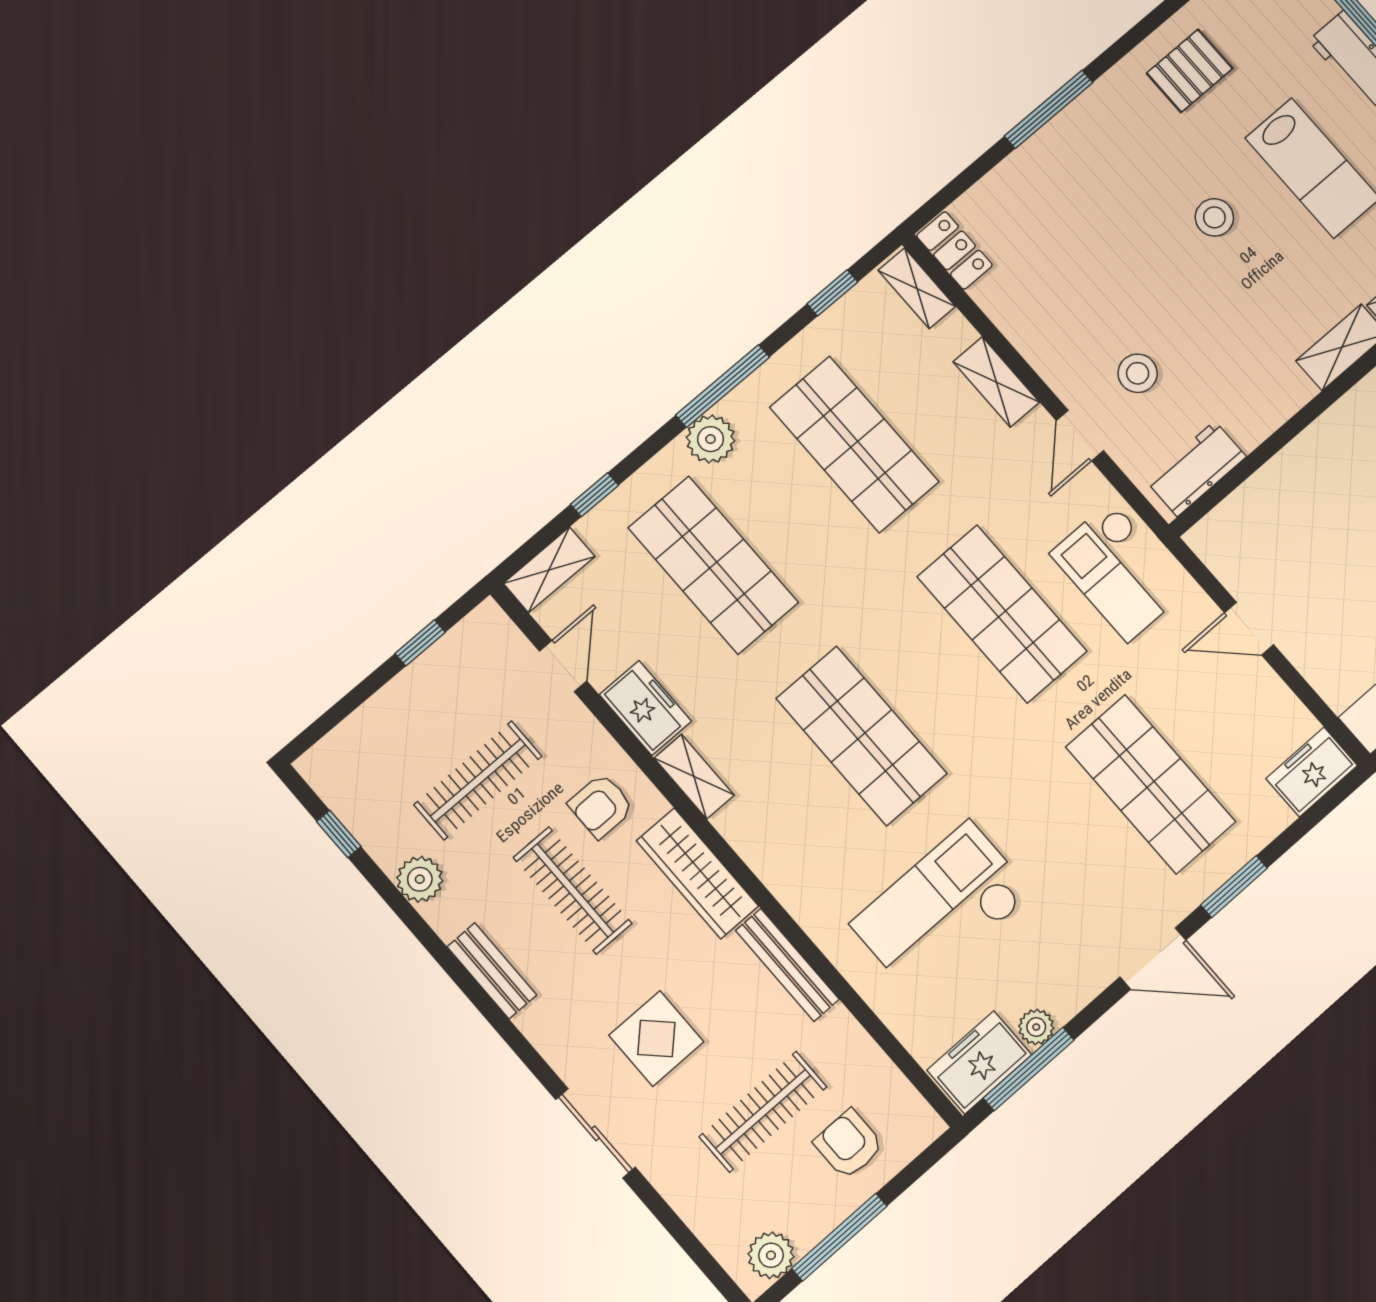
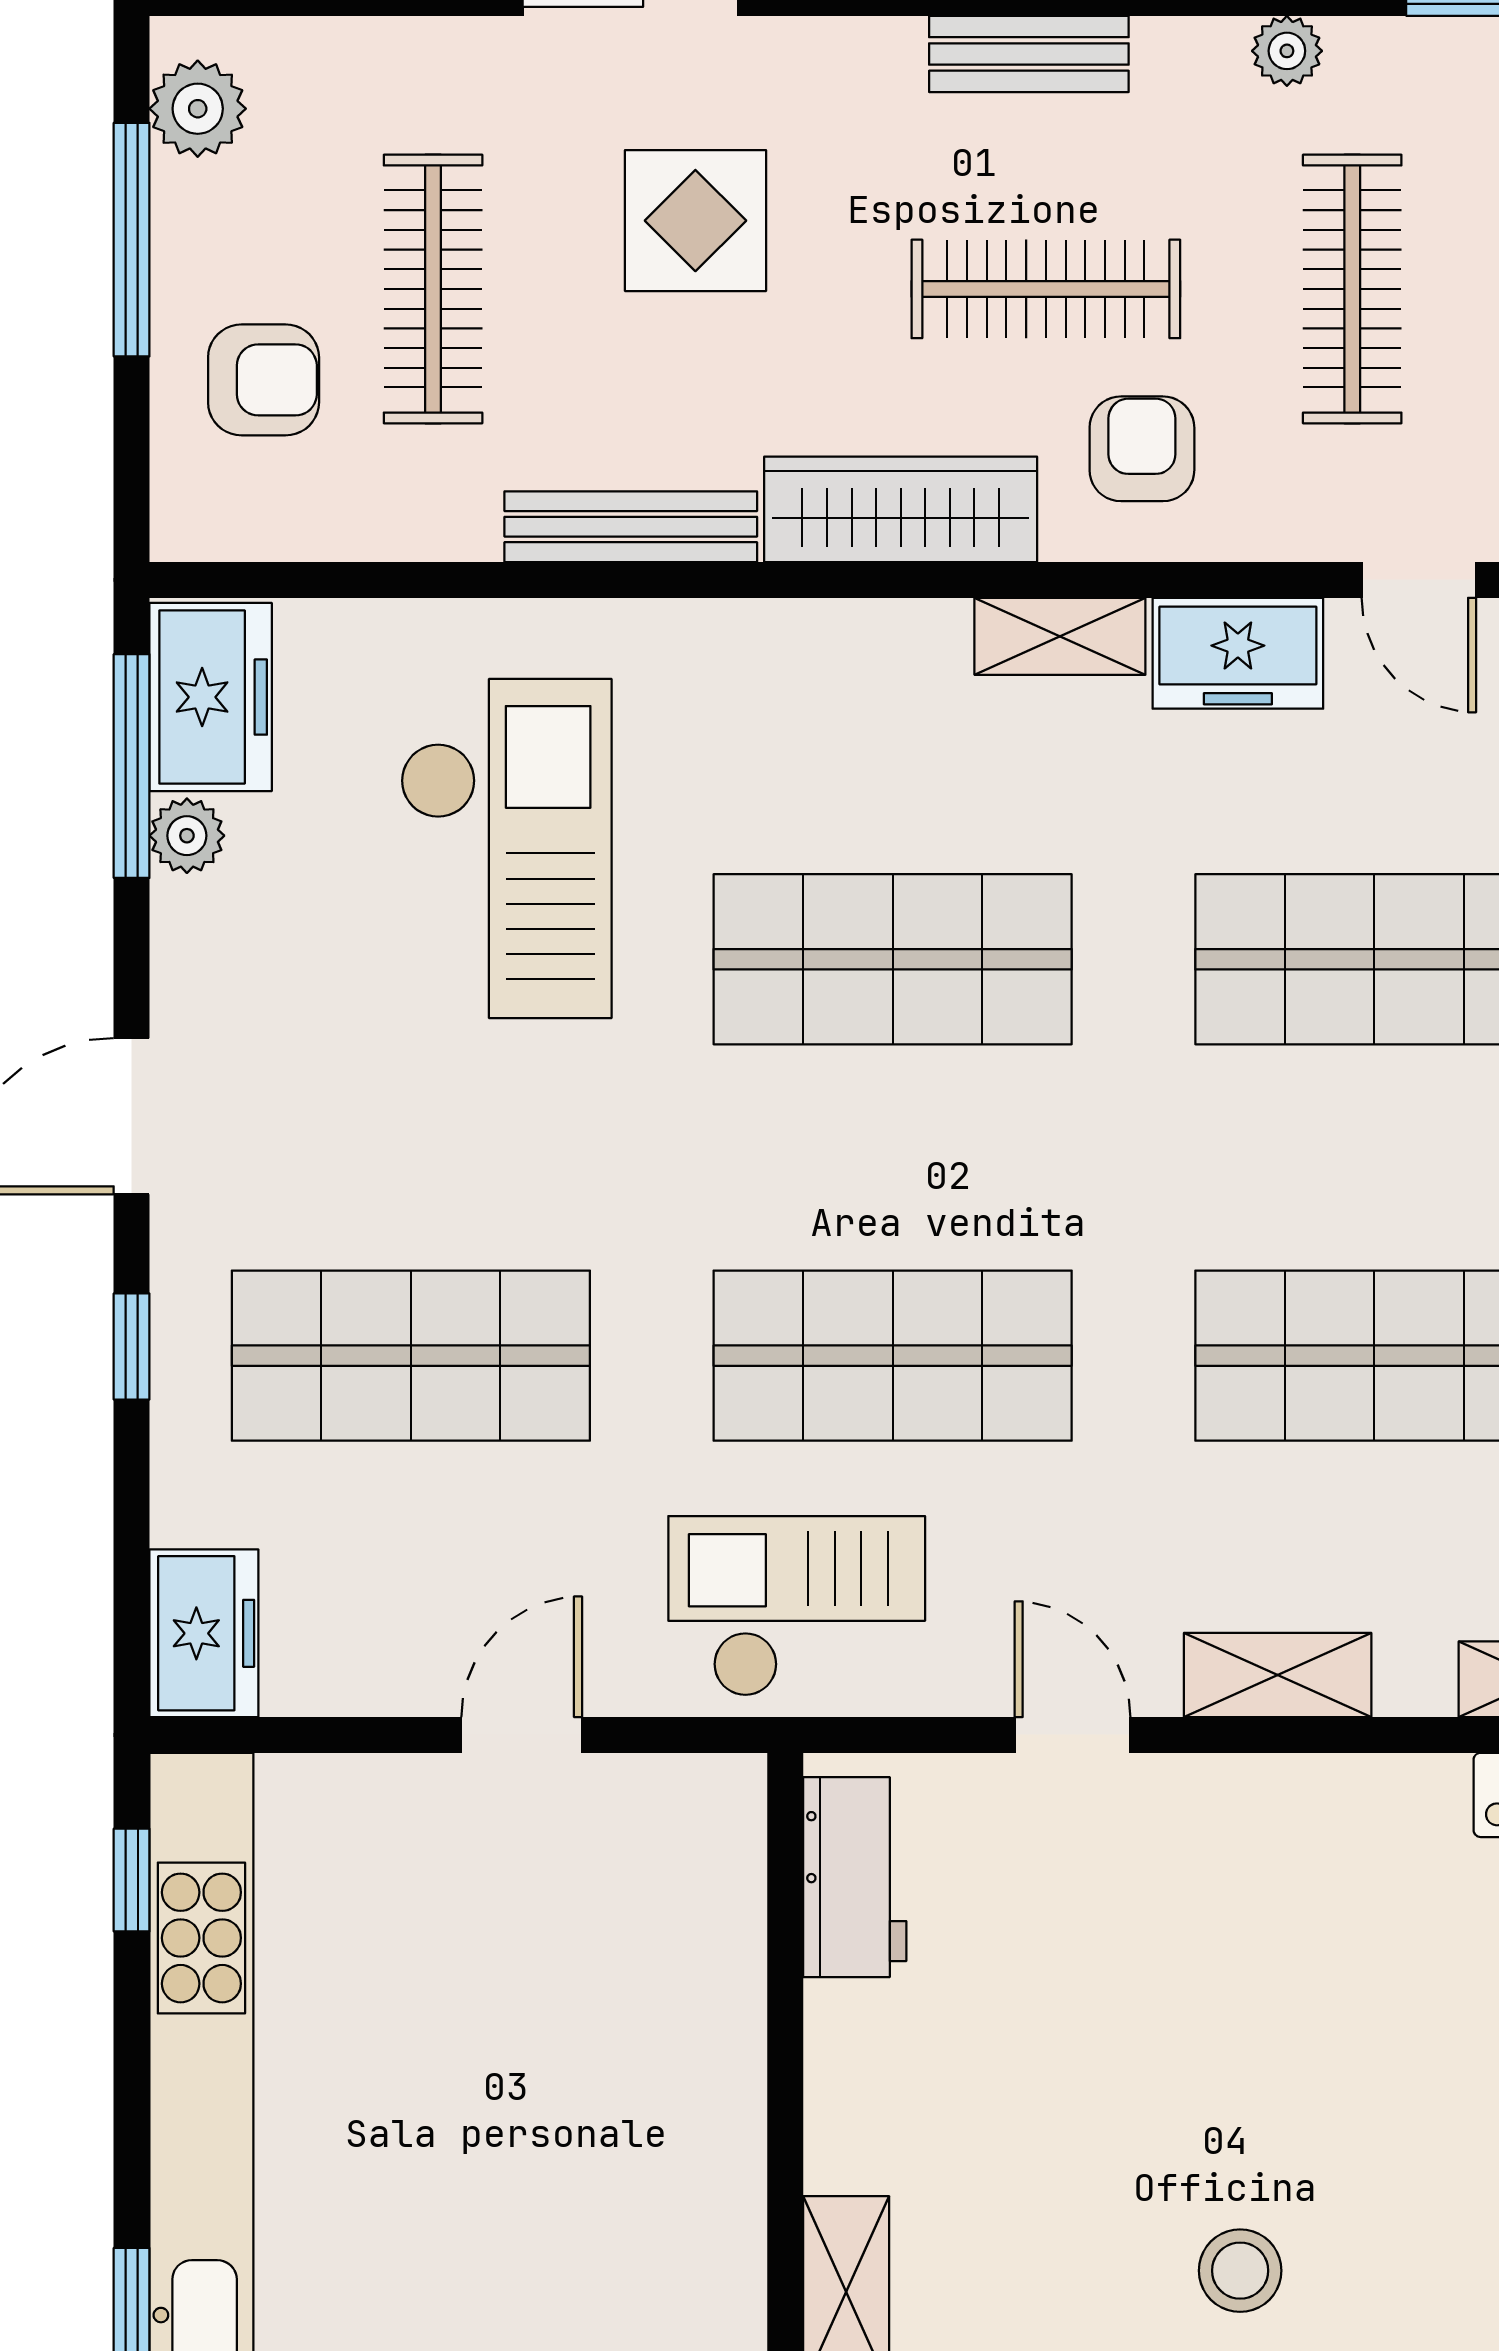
stool: (1138, 373) -> (1093, 1919), removed
plant: (420, 879) -> (1287, 51), width x0.73, depth x0.73
window: (1234, 887) -> (132, 1347), width x0.67

